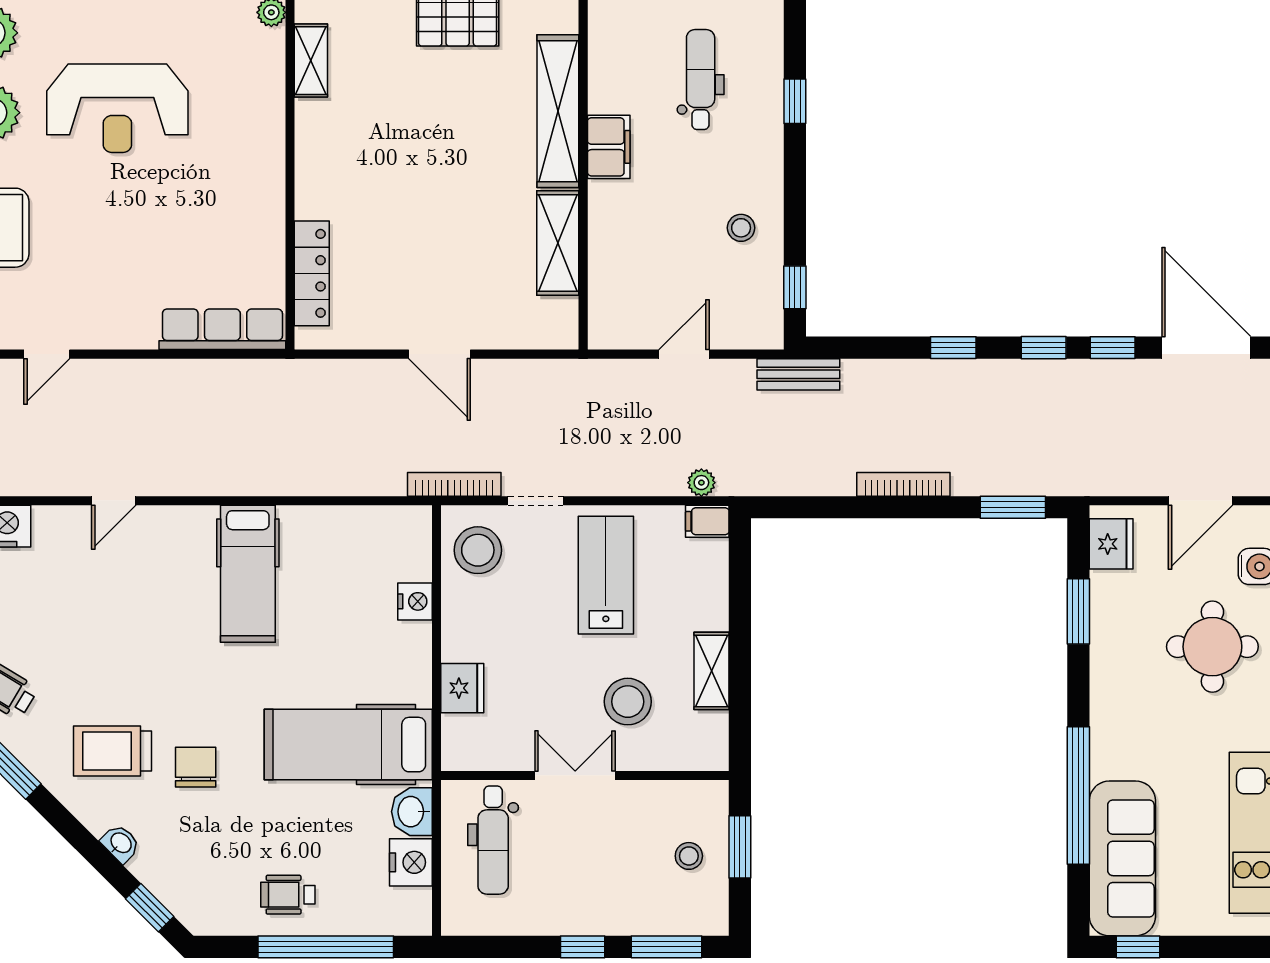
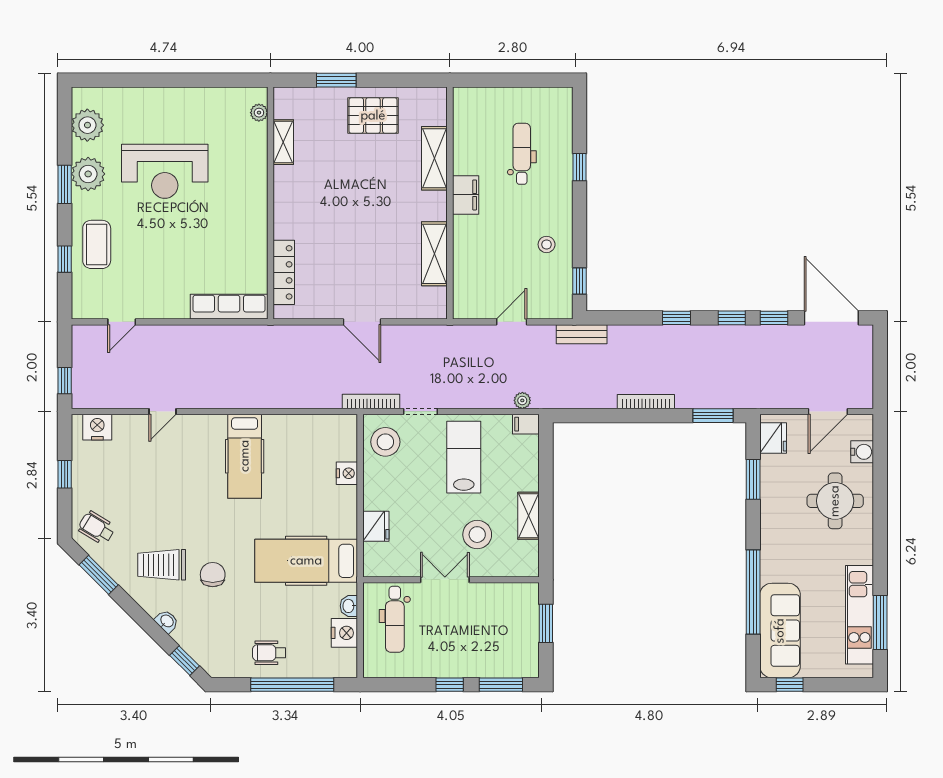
shelving: (558, 111) -> (434, 158), width x0.68
washbasin: (412, 812) -> (349, 606), width x0.72, depth x0.69
stool: (689, 856) -> (515, 629), removed

